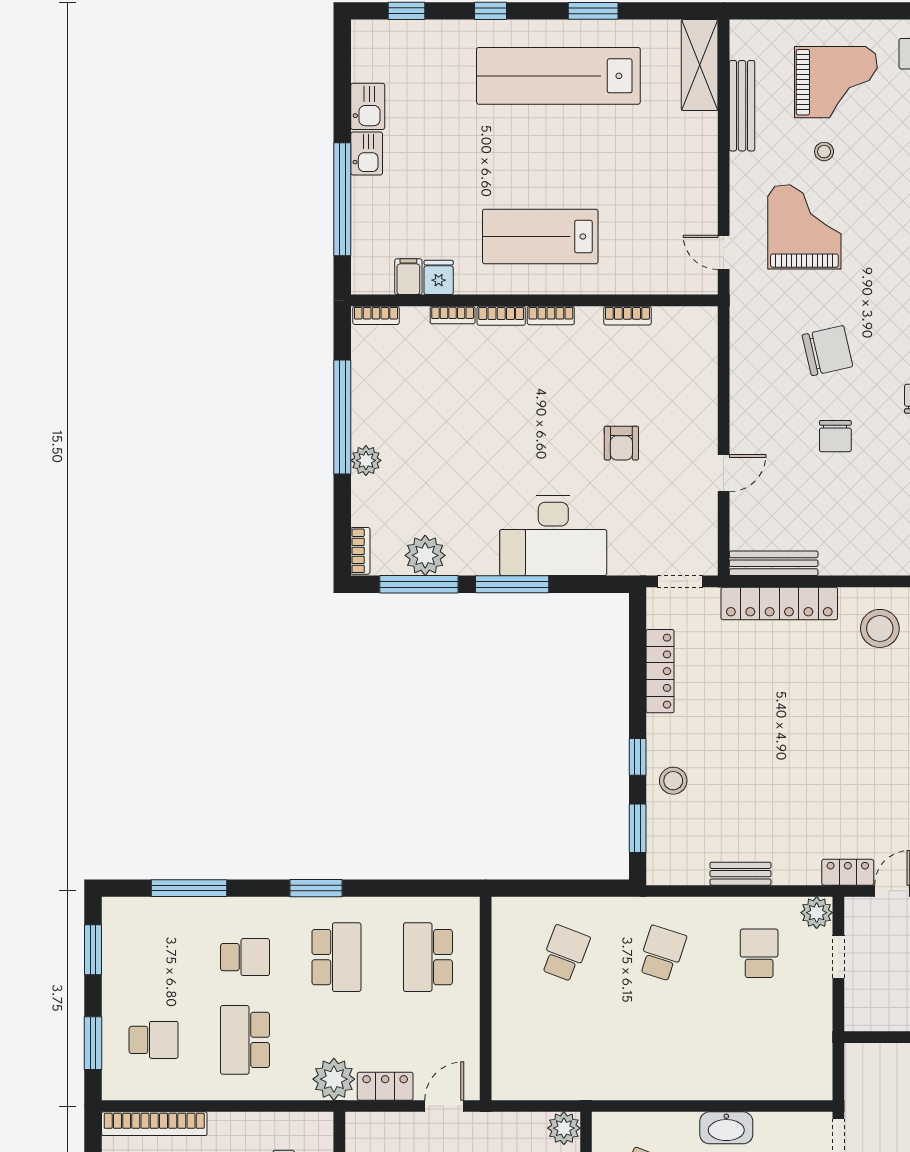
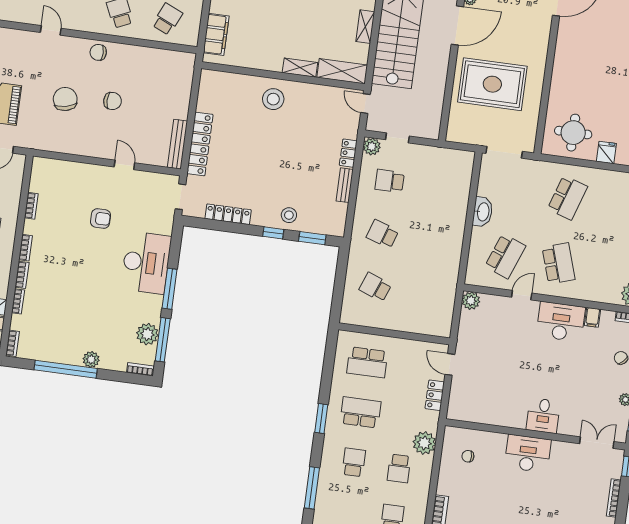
stool: (880, 628) -> (273, 99), moved
locker: (848, 872) -> (348, 153), moved
school desk: (245, 1040) -> (399, 468), width x0.54
plant: (334, 1079) -> (424, 443), moved

